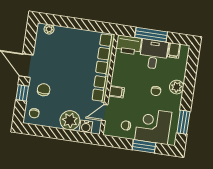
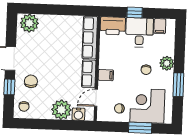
plant: (49, 29) -> (29, 23), width x1.88, depth x1.88
window: (151, 35) -> (135, 13), width x0.46
window: (183, 122) -> (178, 85), moved

